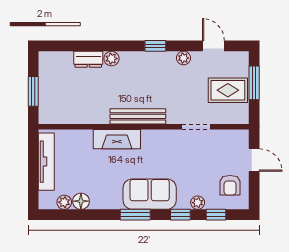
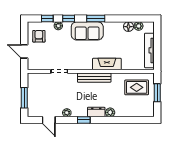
dresser: (88, 59) -> (96, 112), moved
rug: (228, 90) -> (137, 87), moved

